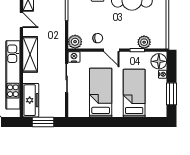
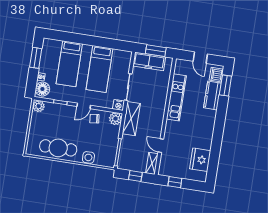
plant: (144, 42) -> (39, 106), moved
door: (111, 50) -> (84, 106), swing flipped
shelving: (30, 54) -> (131, 119), moved
kitchen unit: (13, 75) -> (176, 97), width x0.73
freezer: (31, 100) -> (149, 61), moved, turned -90

